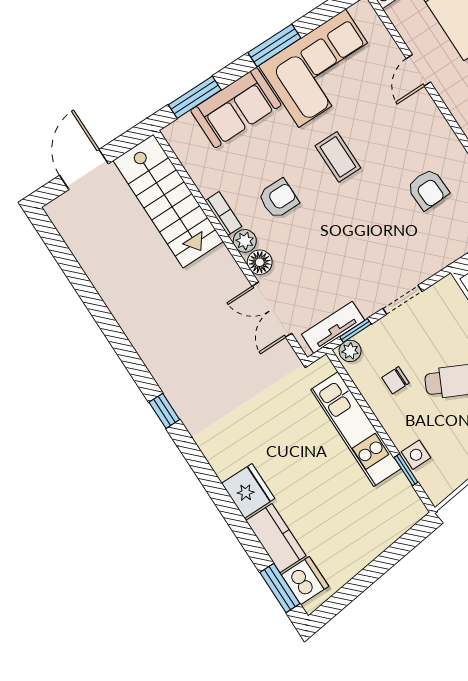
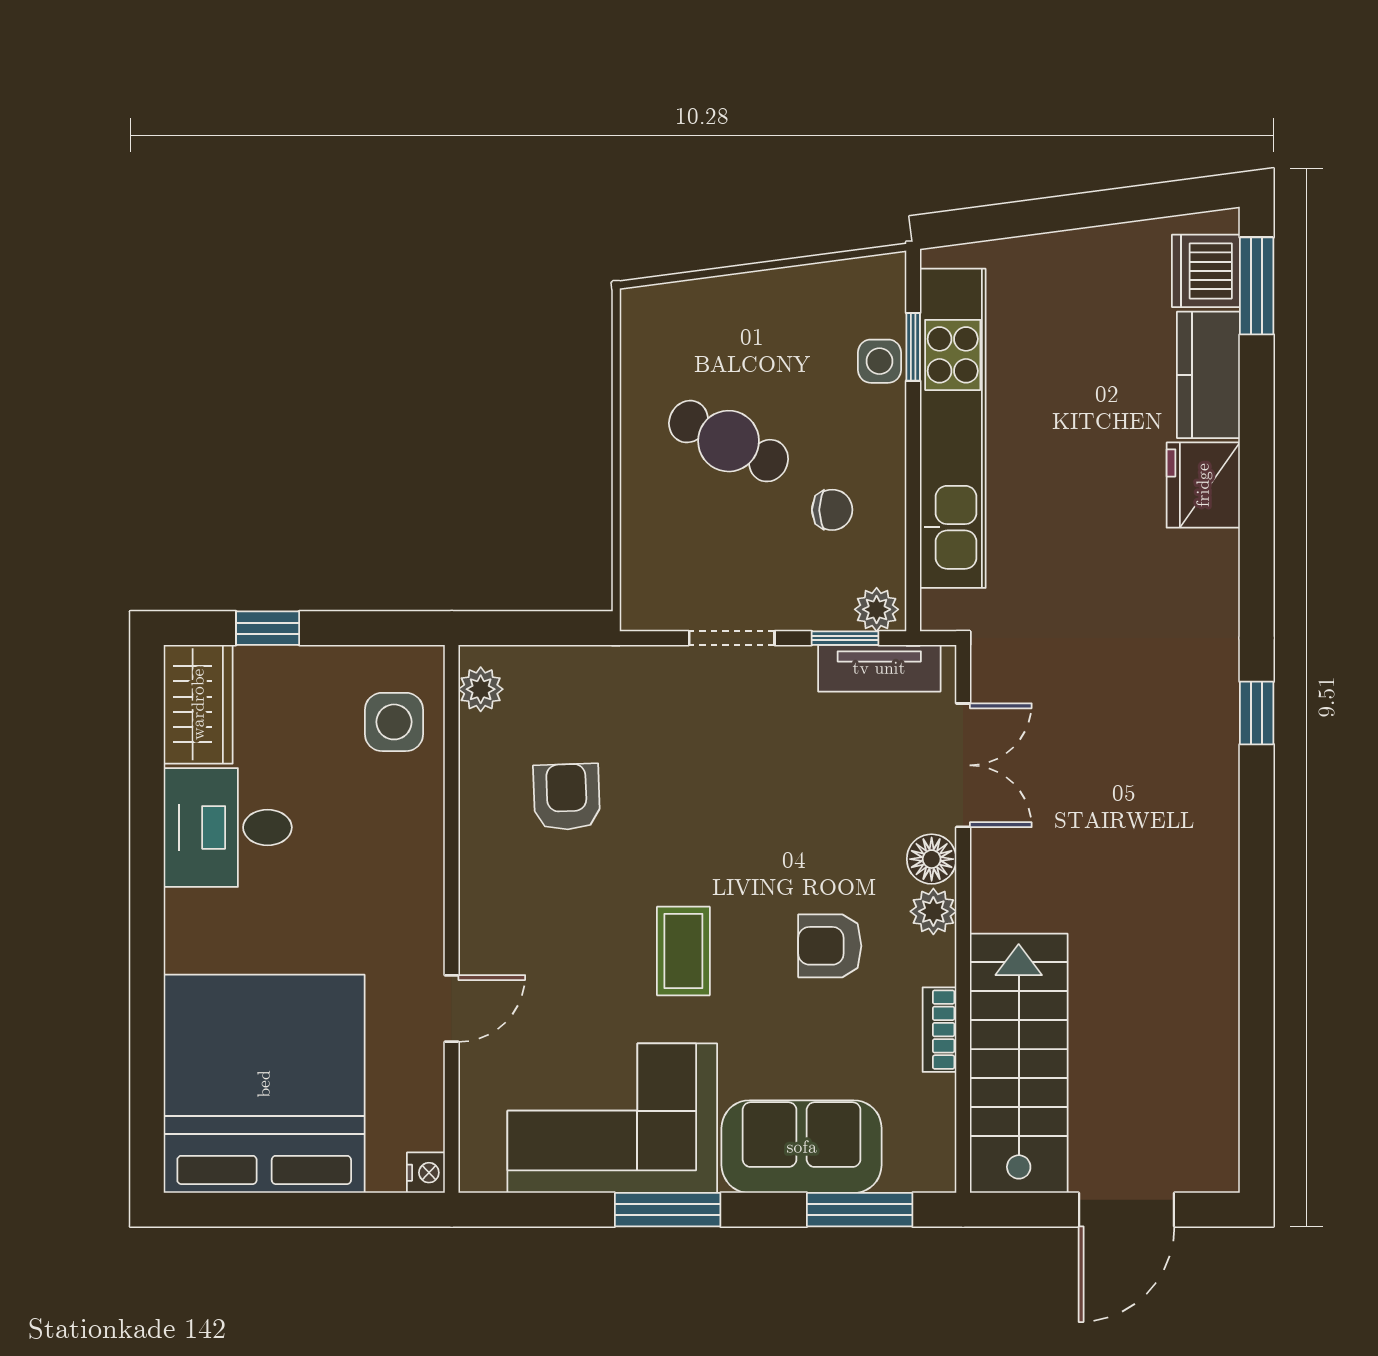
bookcase: (223, 214) -> (940, 1030), moved
kitchen unit: (356, 429) -> (953, 428), width x1.36

